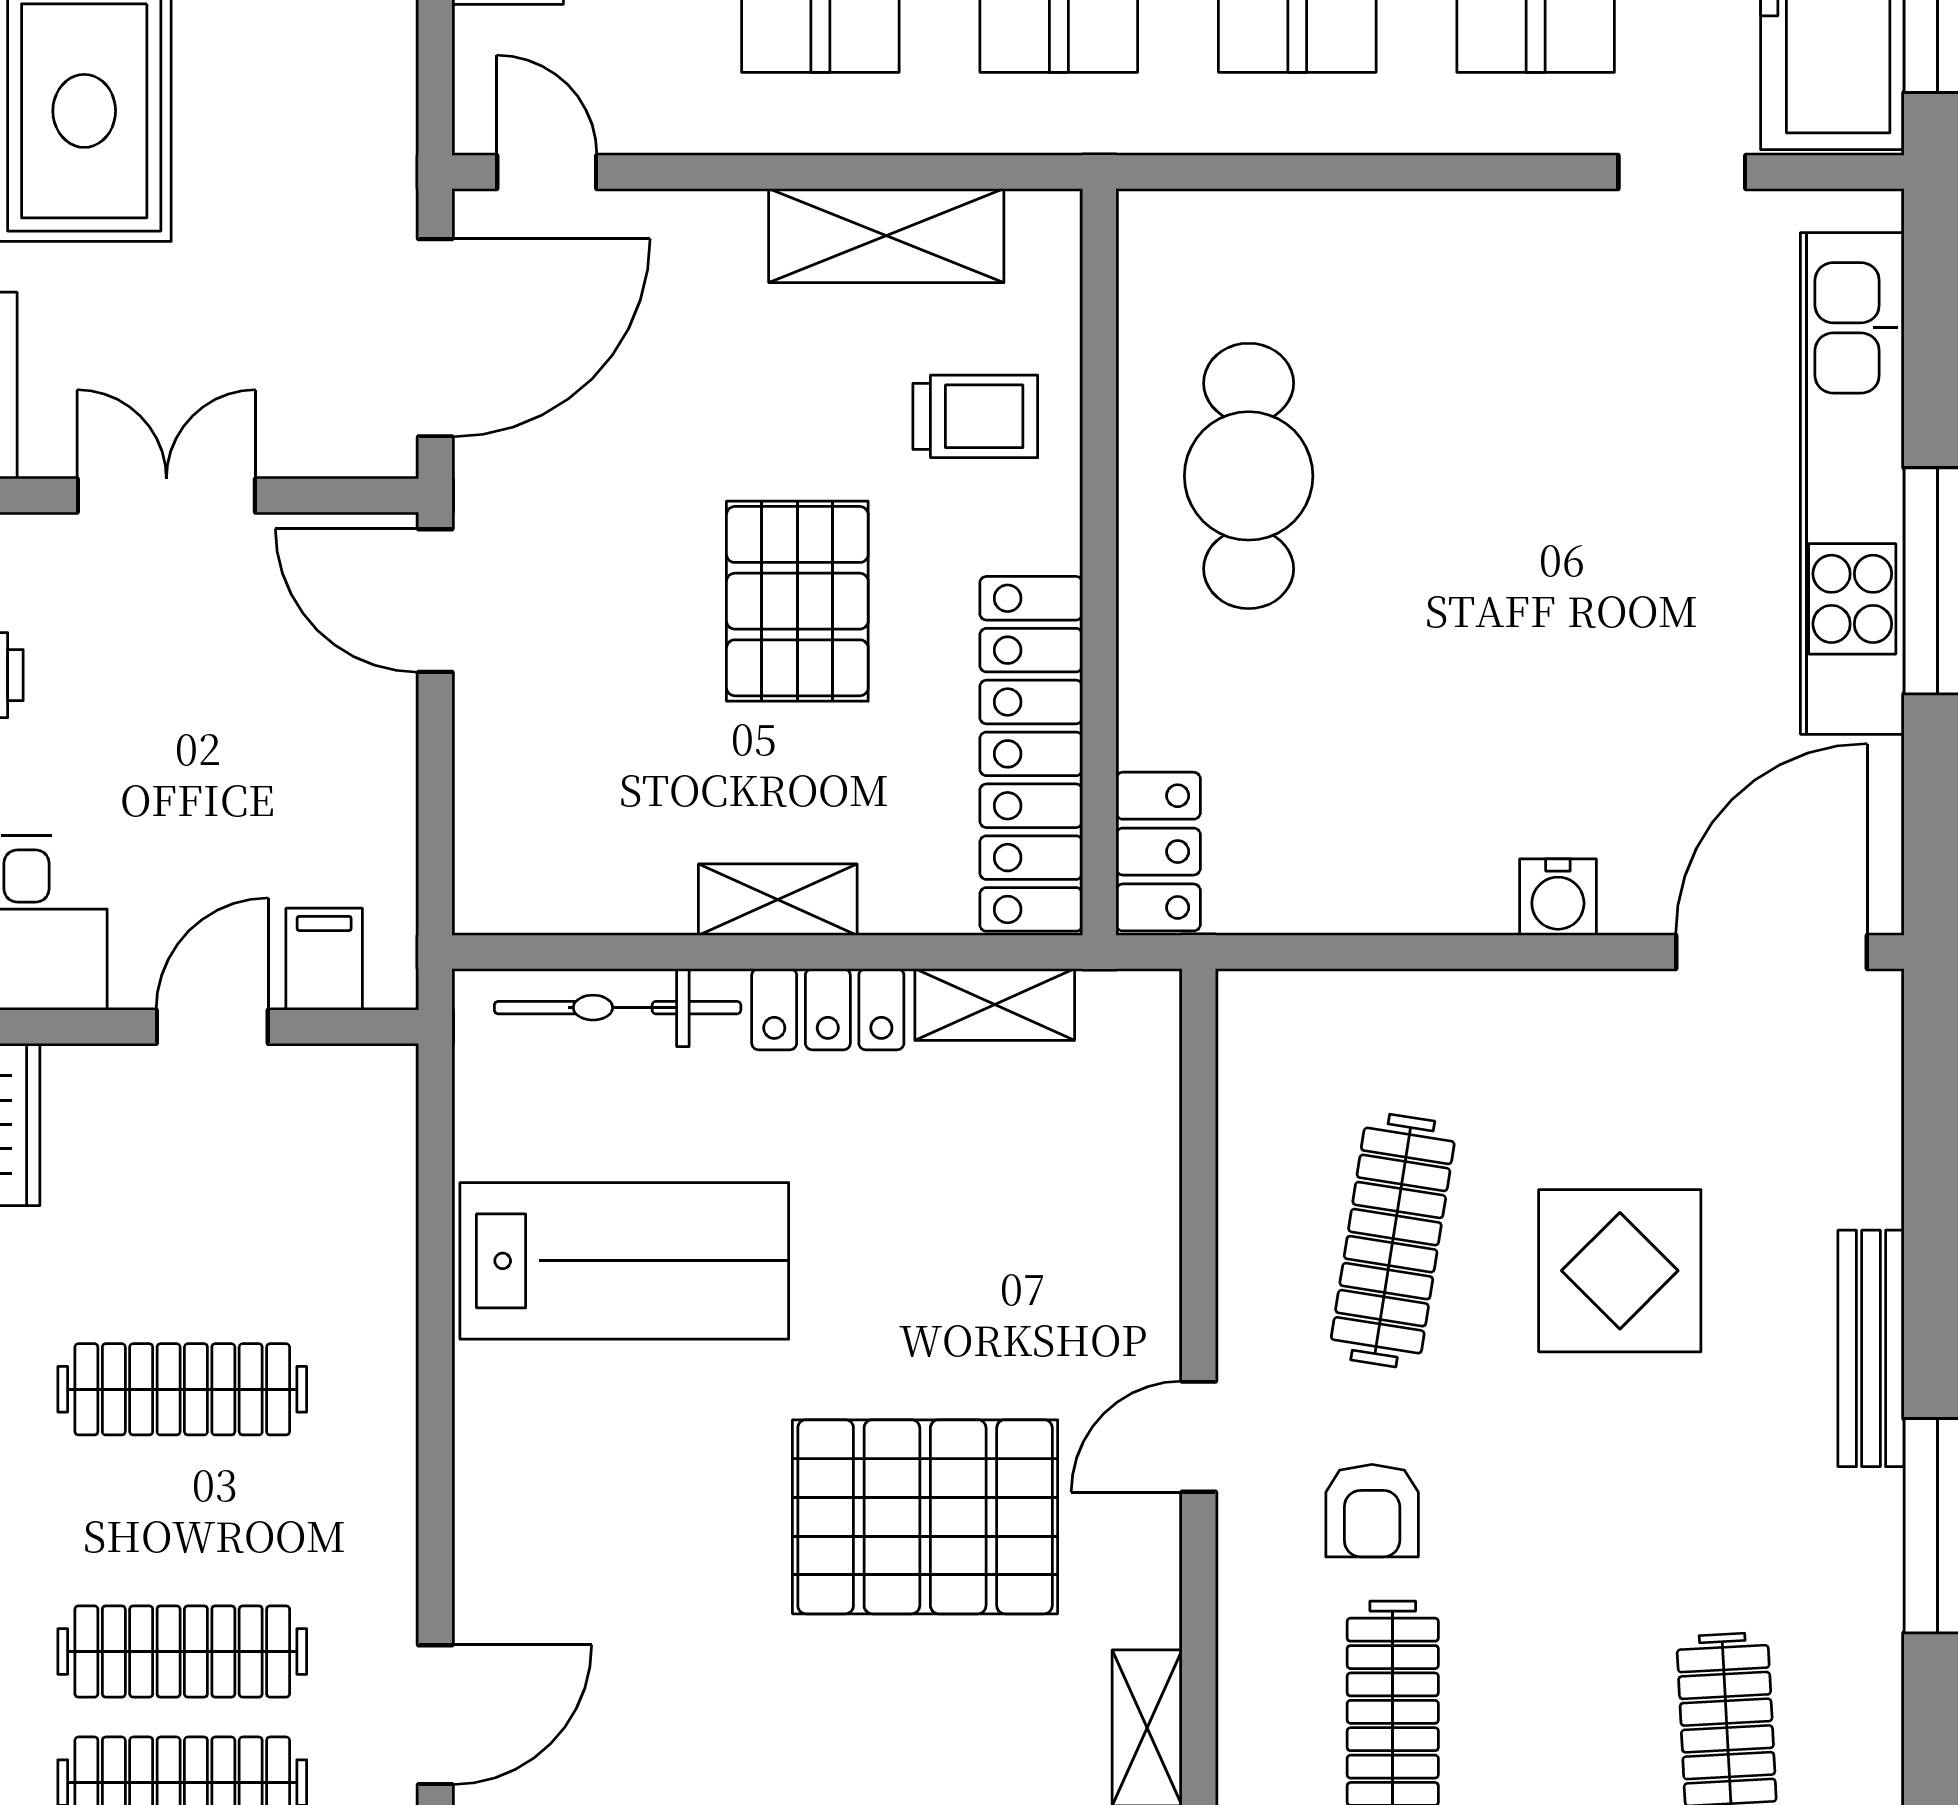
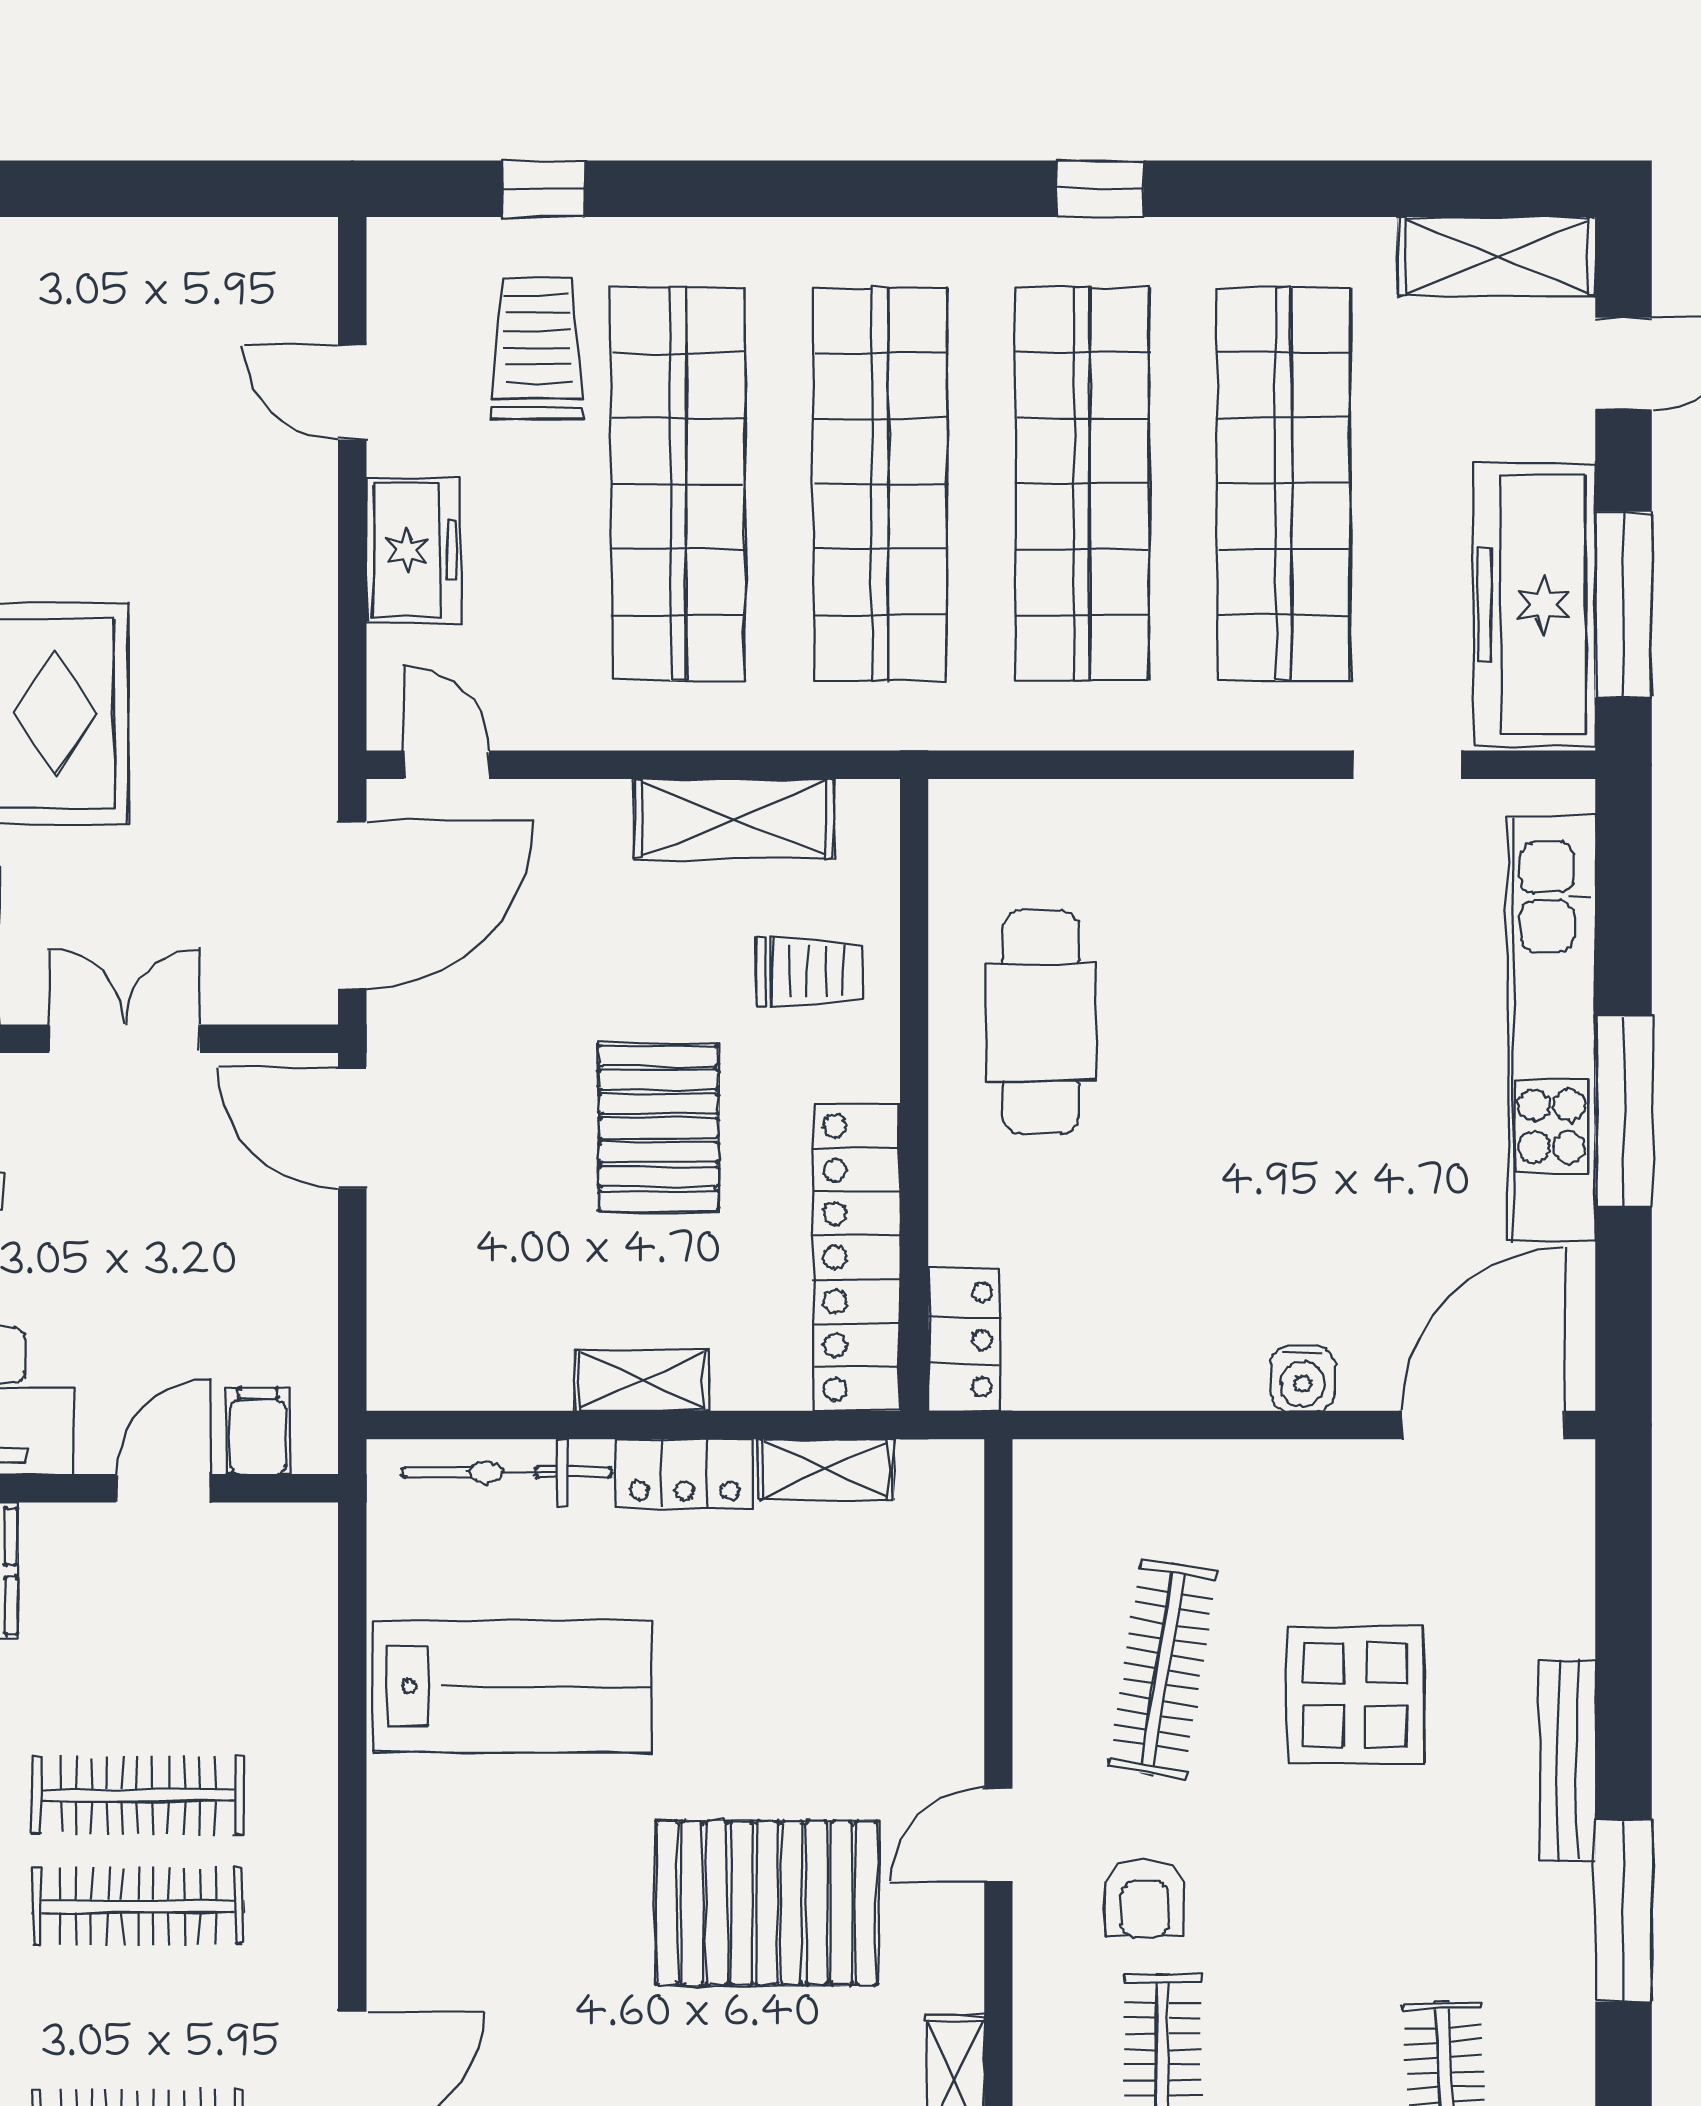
clothes rail: (182, 1651) -> (138, 1906), moved

